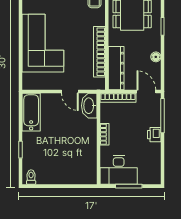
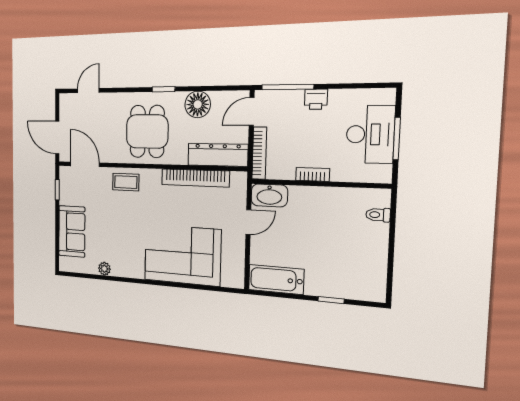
floor lamp: (156, 57) -> (198, 104), width x1.89, depth x1.89
desk: (119, 170) -> (370, 134), moved
toilet: (31, 177) -> (378, 215), moved

